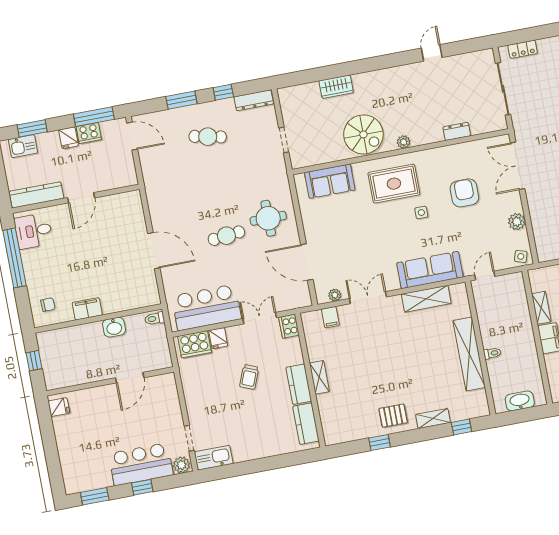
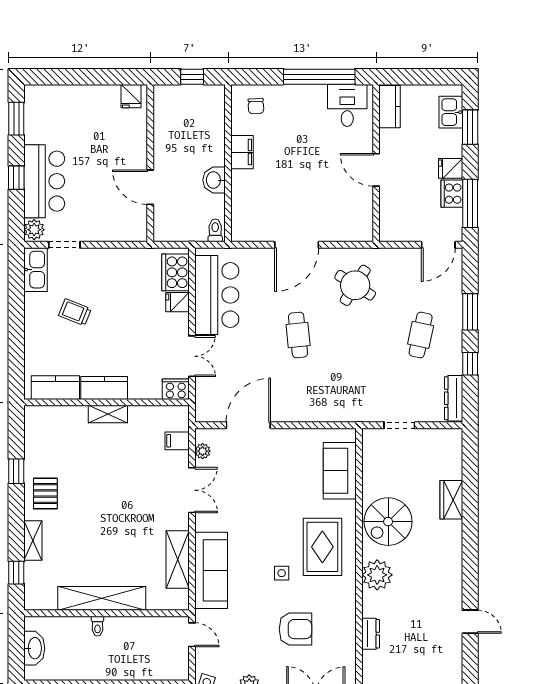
plant: (404, 142) -> (377, 575), width x1.87, depth x1.87
kitchen counter: (36, 195) -> (390, 107), width x0.67
round table: (268, 218) -> (355, 285), moved, turned 32
trolley: (249, 377) -> (75, 312), moved

